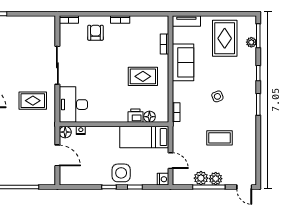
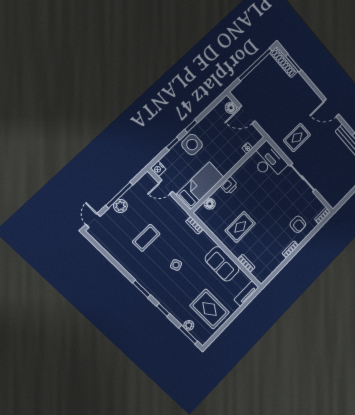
printer: (135, 116) -> (229, 186), moved
floor lamp: (65, 132) -> (231, 108), moved
plant: (201, 178) -> (131, 196), removed
door: (244, 187) -> (93, 220), hinge flipped

